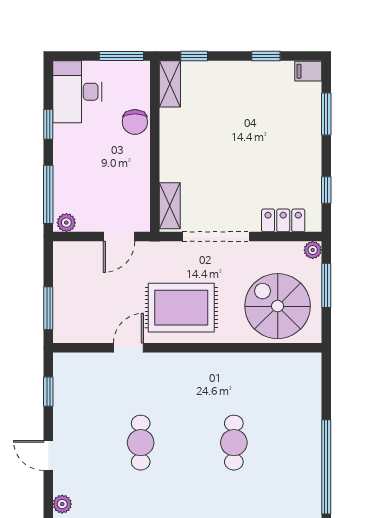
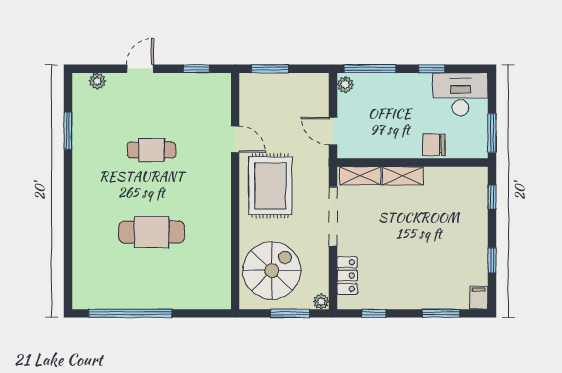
shelving: (170, 84) -> (403, 176), moved
cafe table: (234, 443) -> (152, 232), width x1.37, depth x1.35

